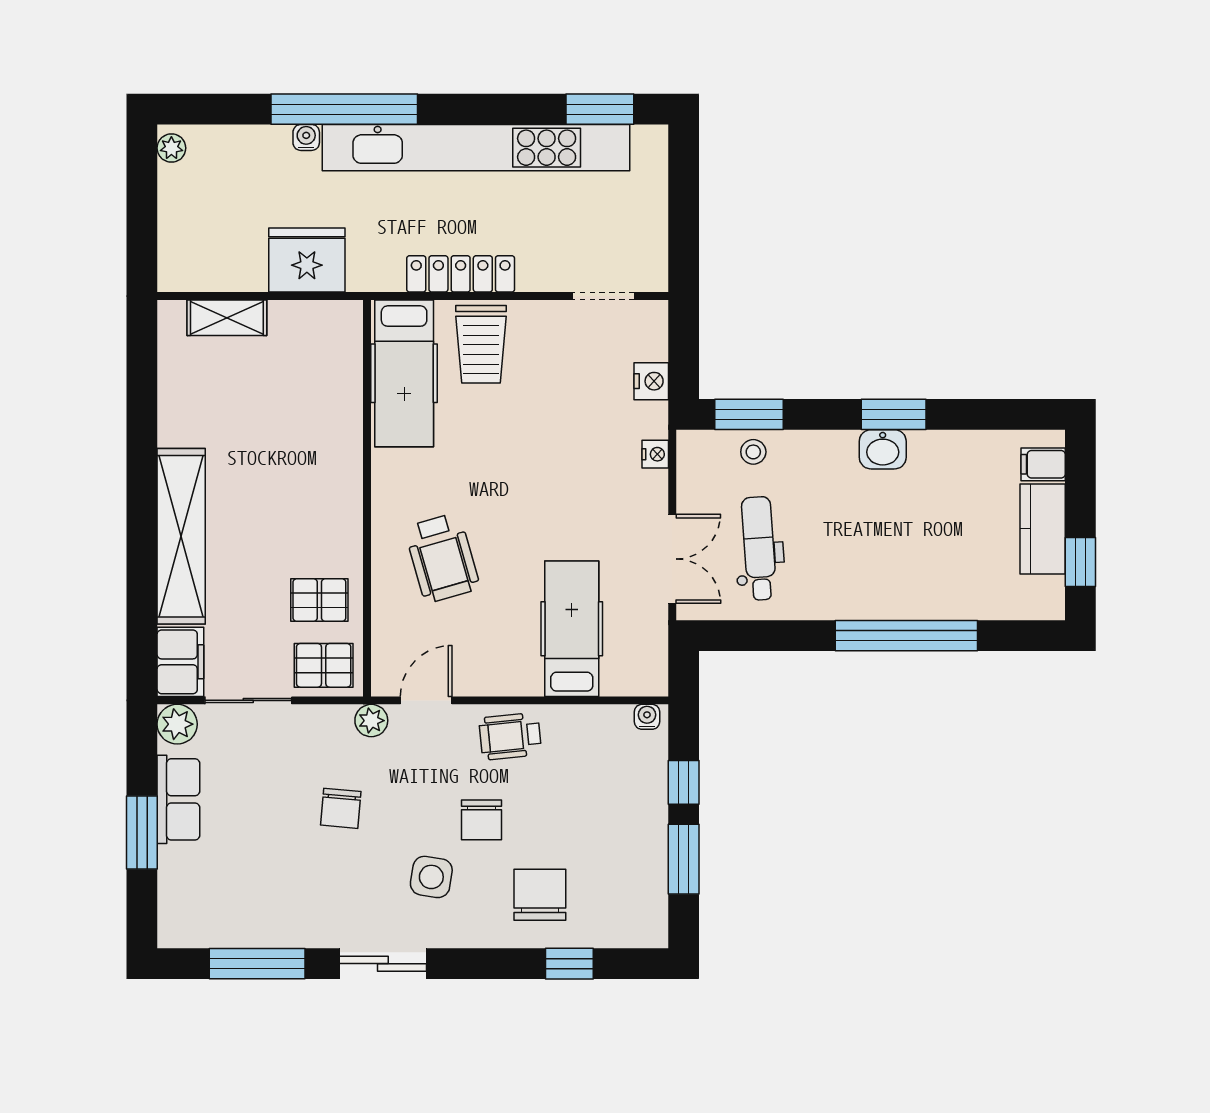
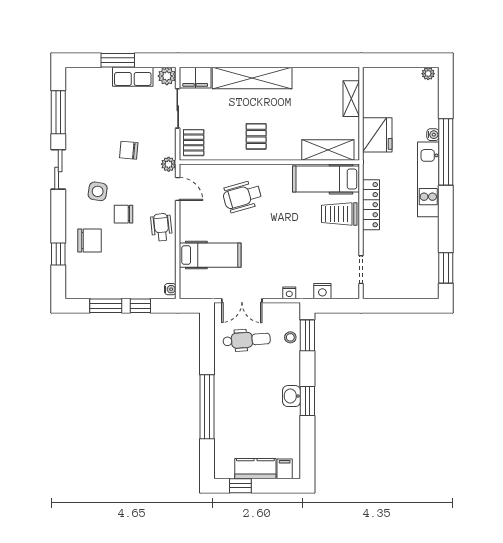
kitchen unit: (476, 148) -> (428, 179), width x0.54
shelving: (340, 369) -> (328, 150), added
pallet: (319, 600) -> (256, 136), moved

